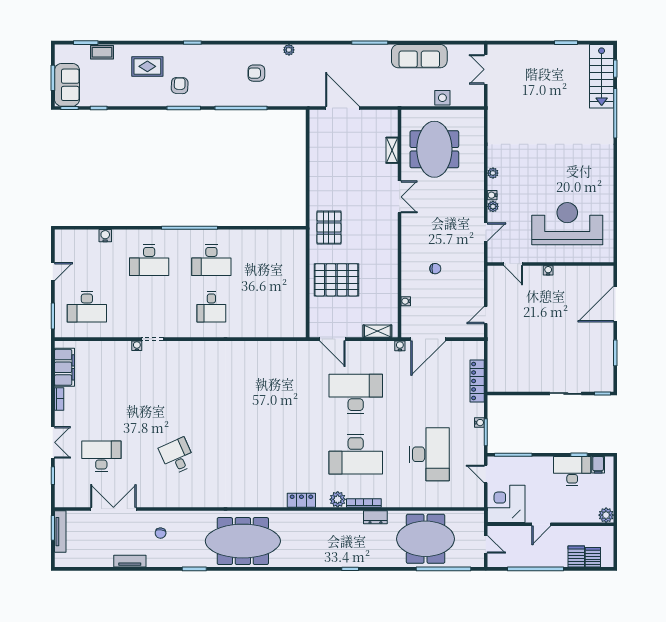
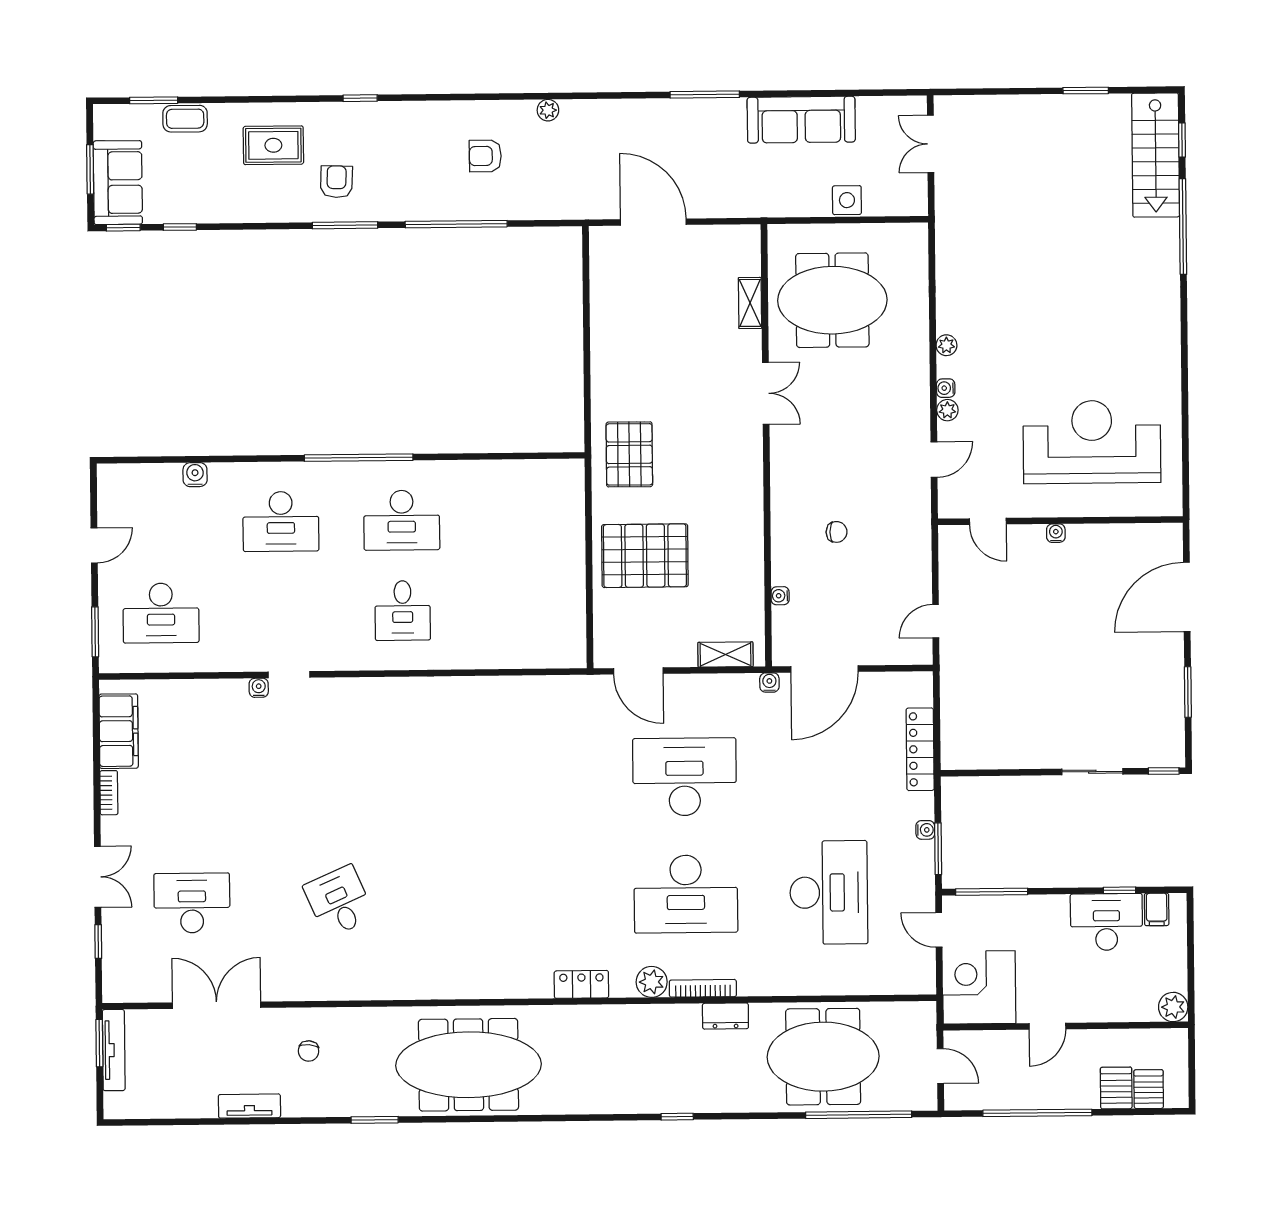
meeting table: (434, 149) -> (832, 300), turned 90

